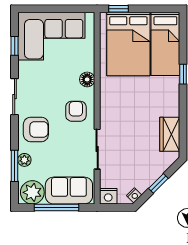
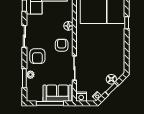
armchair: (36, 129) -> (37, 56), turned 90
wardrobe: (170, 134) -> (118, 59), removed
floor lamp: (158, 167) -> (111, 79), added
plant: (32, 192) -> (35, 94), removed

